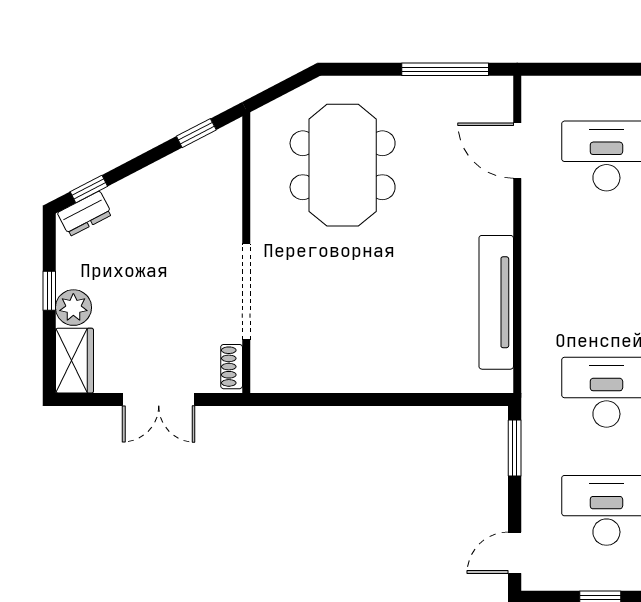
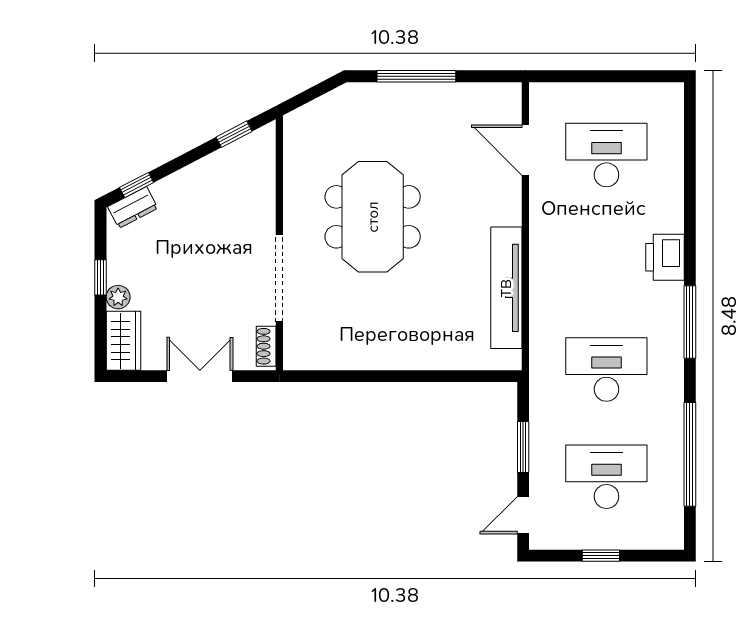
window: (445, 69) -> (416, 76), moved
meeting table: (343, 165) -> (373, 217), moved
plant: (73, 308) -> (118, 297), width x0.73, depth x0.73
double door: (159, 399) -> (200, 376), swing flipped
window: (515, 448) -> (523, 447), moved

